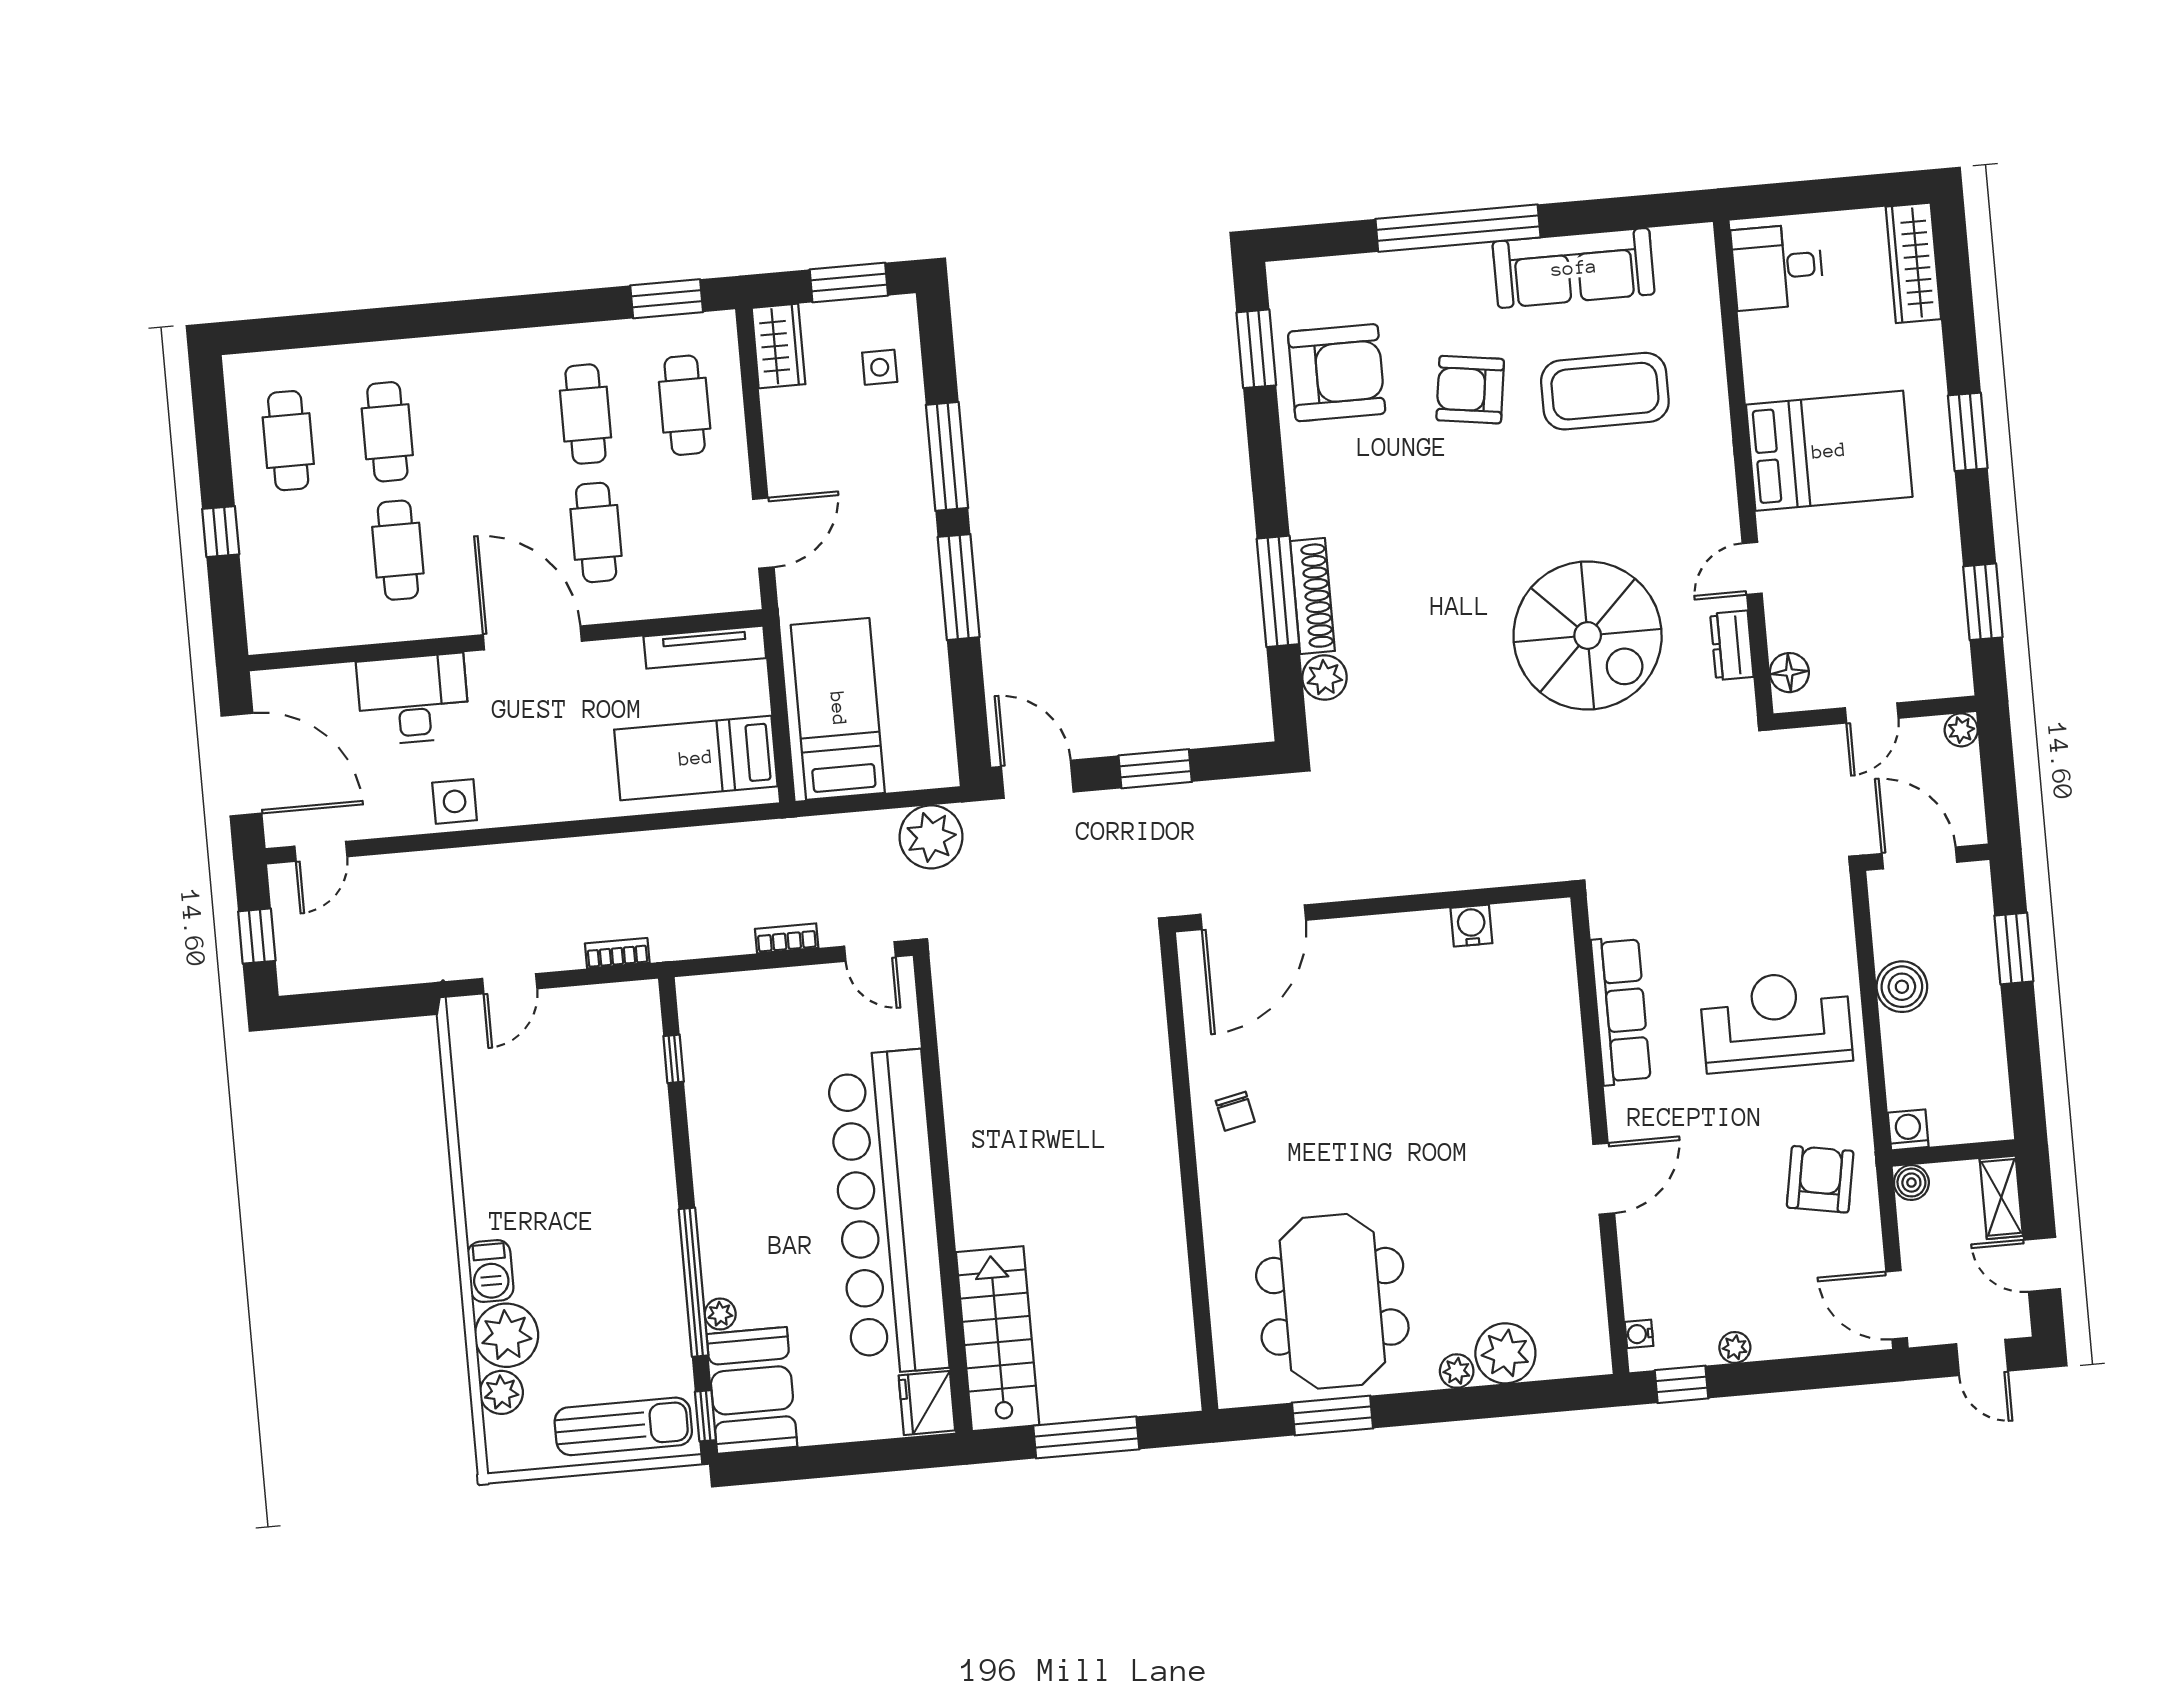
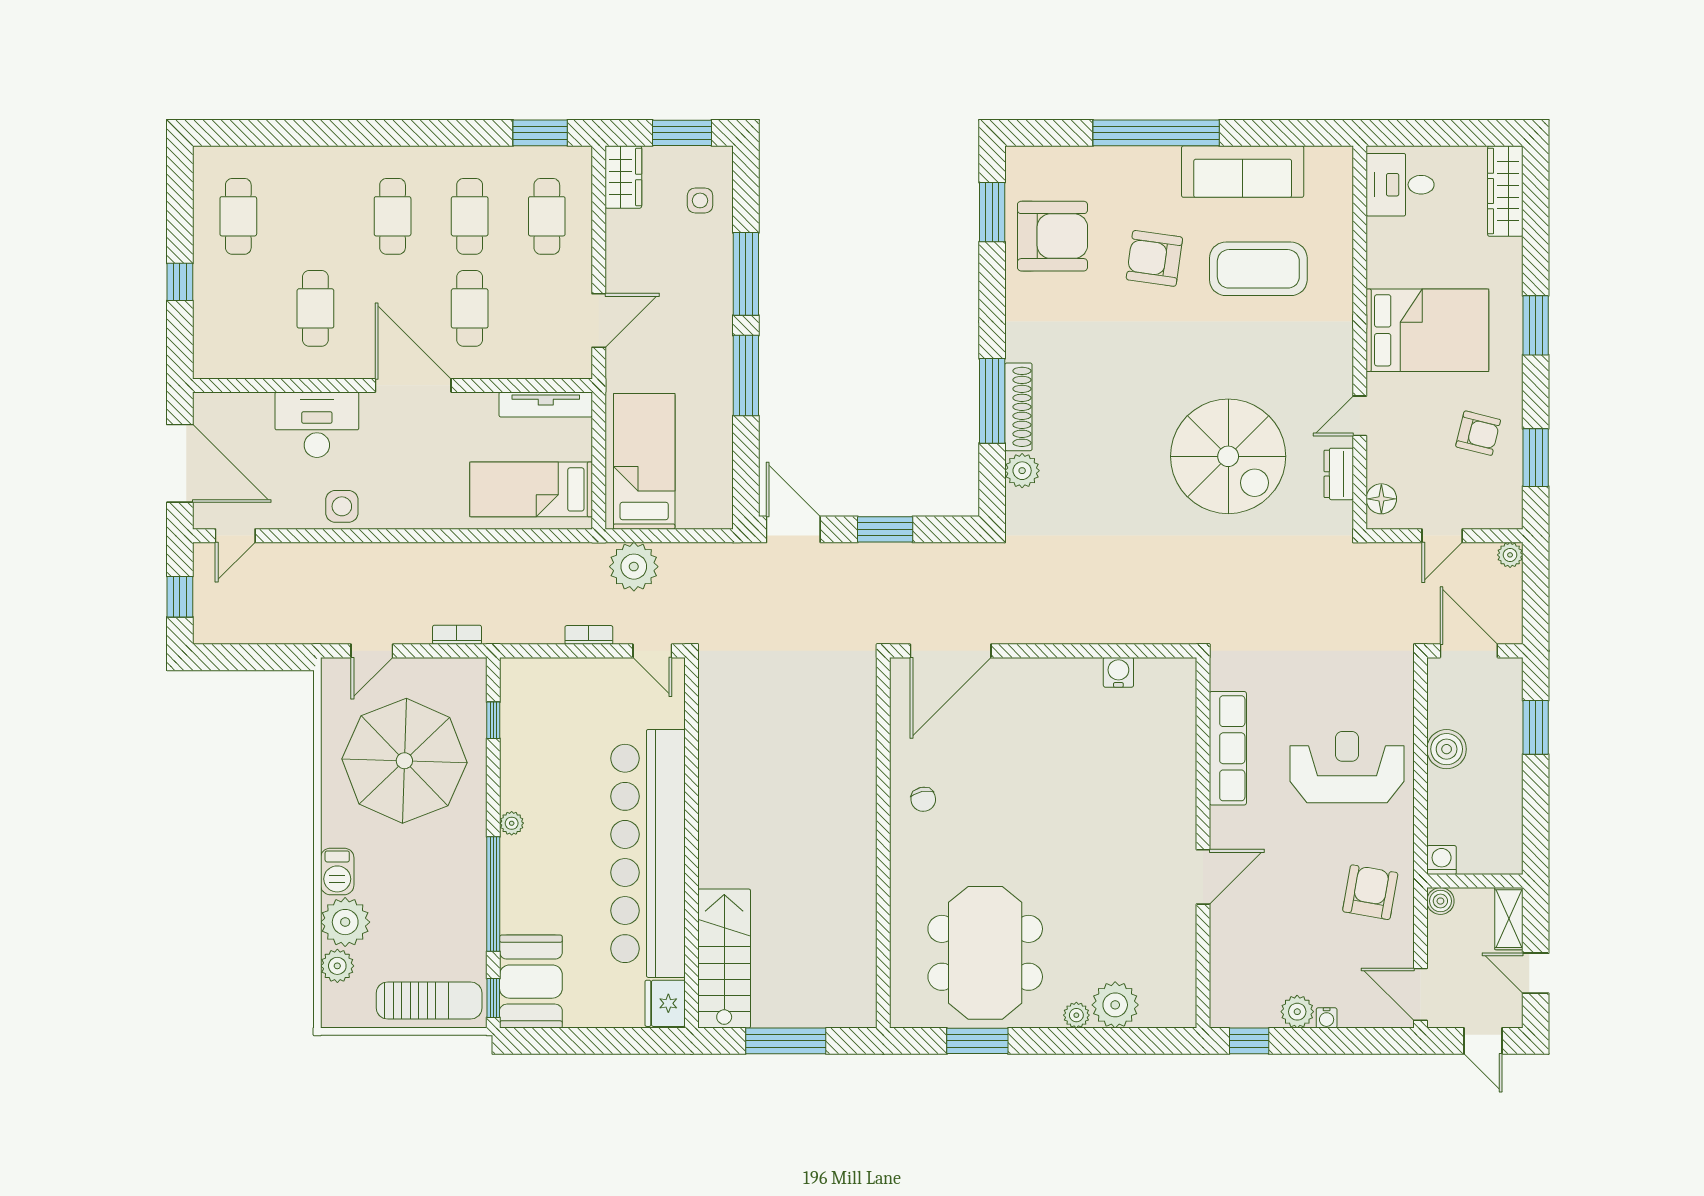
cafe table: (387, 432) -> (393, 216), moved
armchair: (1906, 577) -> (1478, 433), added
plant: (931, 837) -> (634, 567), moved
parasol: (564, 1121) -> (404, 761), added
plant: (720, 1314) -> (512, 823), moved
water cooler: (1639, 1334) -> (1327, 1018), moved, turned -90
plant: (1735, 1347) -> (1297, 1012), width x1.38, depth x1.38

